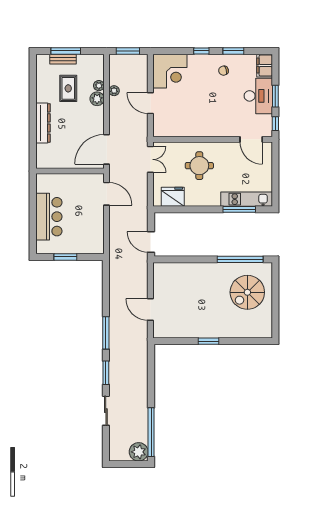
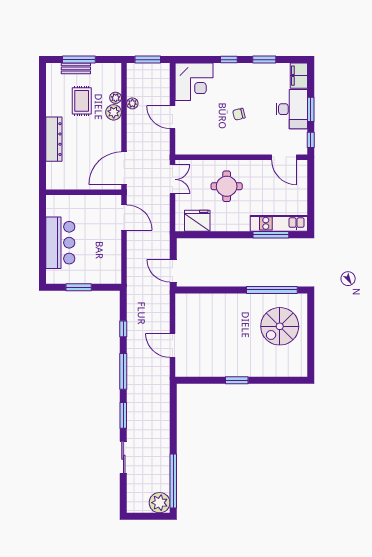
chair: (223, 71) -> (239, 114), moved
window: (106, 295) -> (123, 329), added

